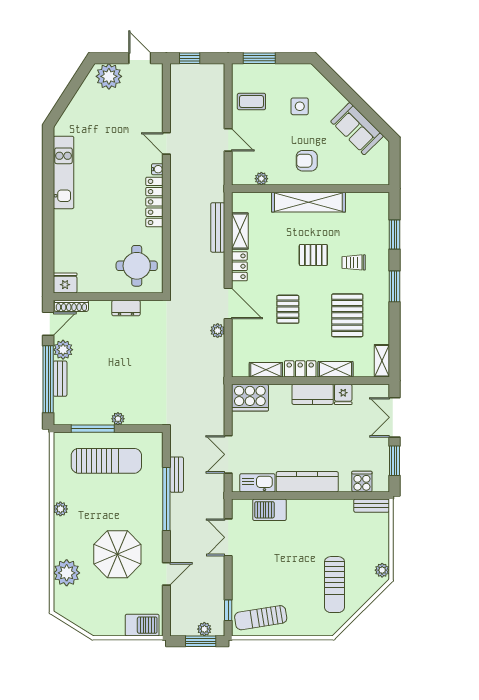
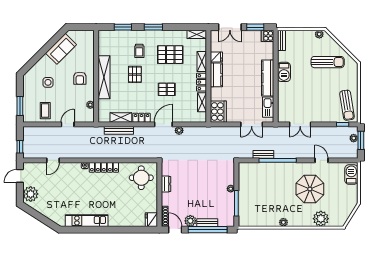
door: (166, 143) -> (53, 160), moved
sun lounger: (106, 461) -> (255, 195), removed
cooker: (362, 482) -> (267, 36), moved
barbecue: (270, 510) -> (284, 72), moved

